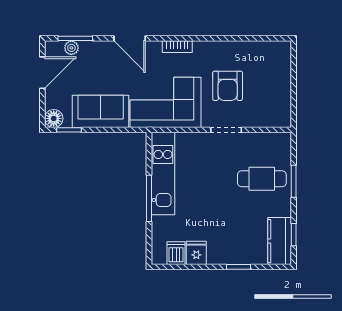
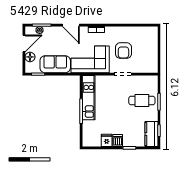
floor lamp: (54, 118) -> (30, 57), moved
dishwasher: (176, 253) -> (118, 140), moved

